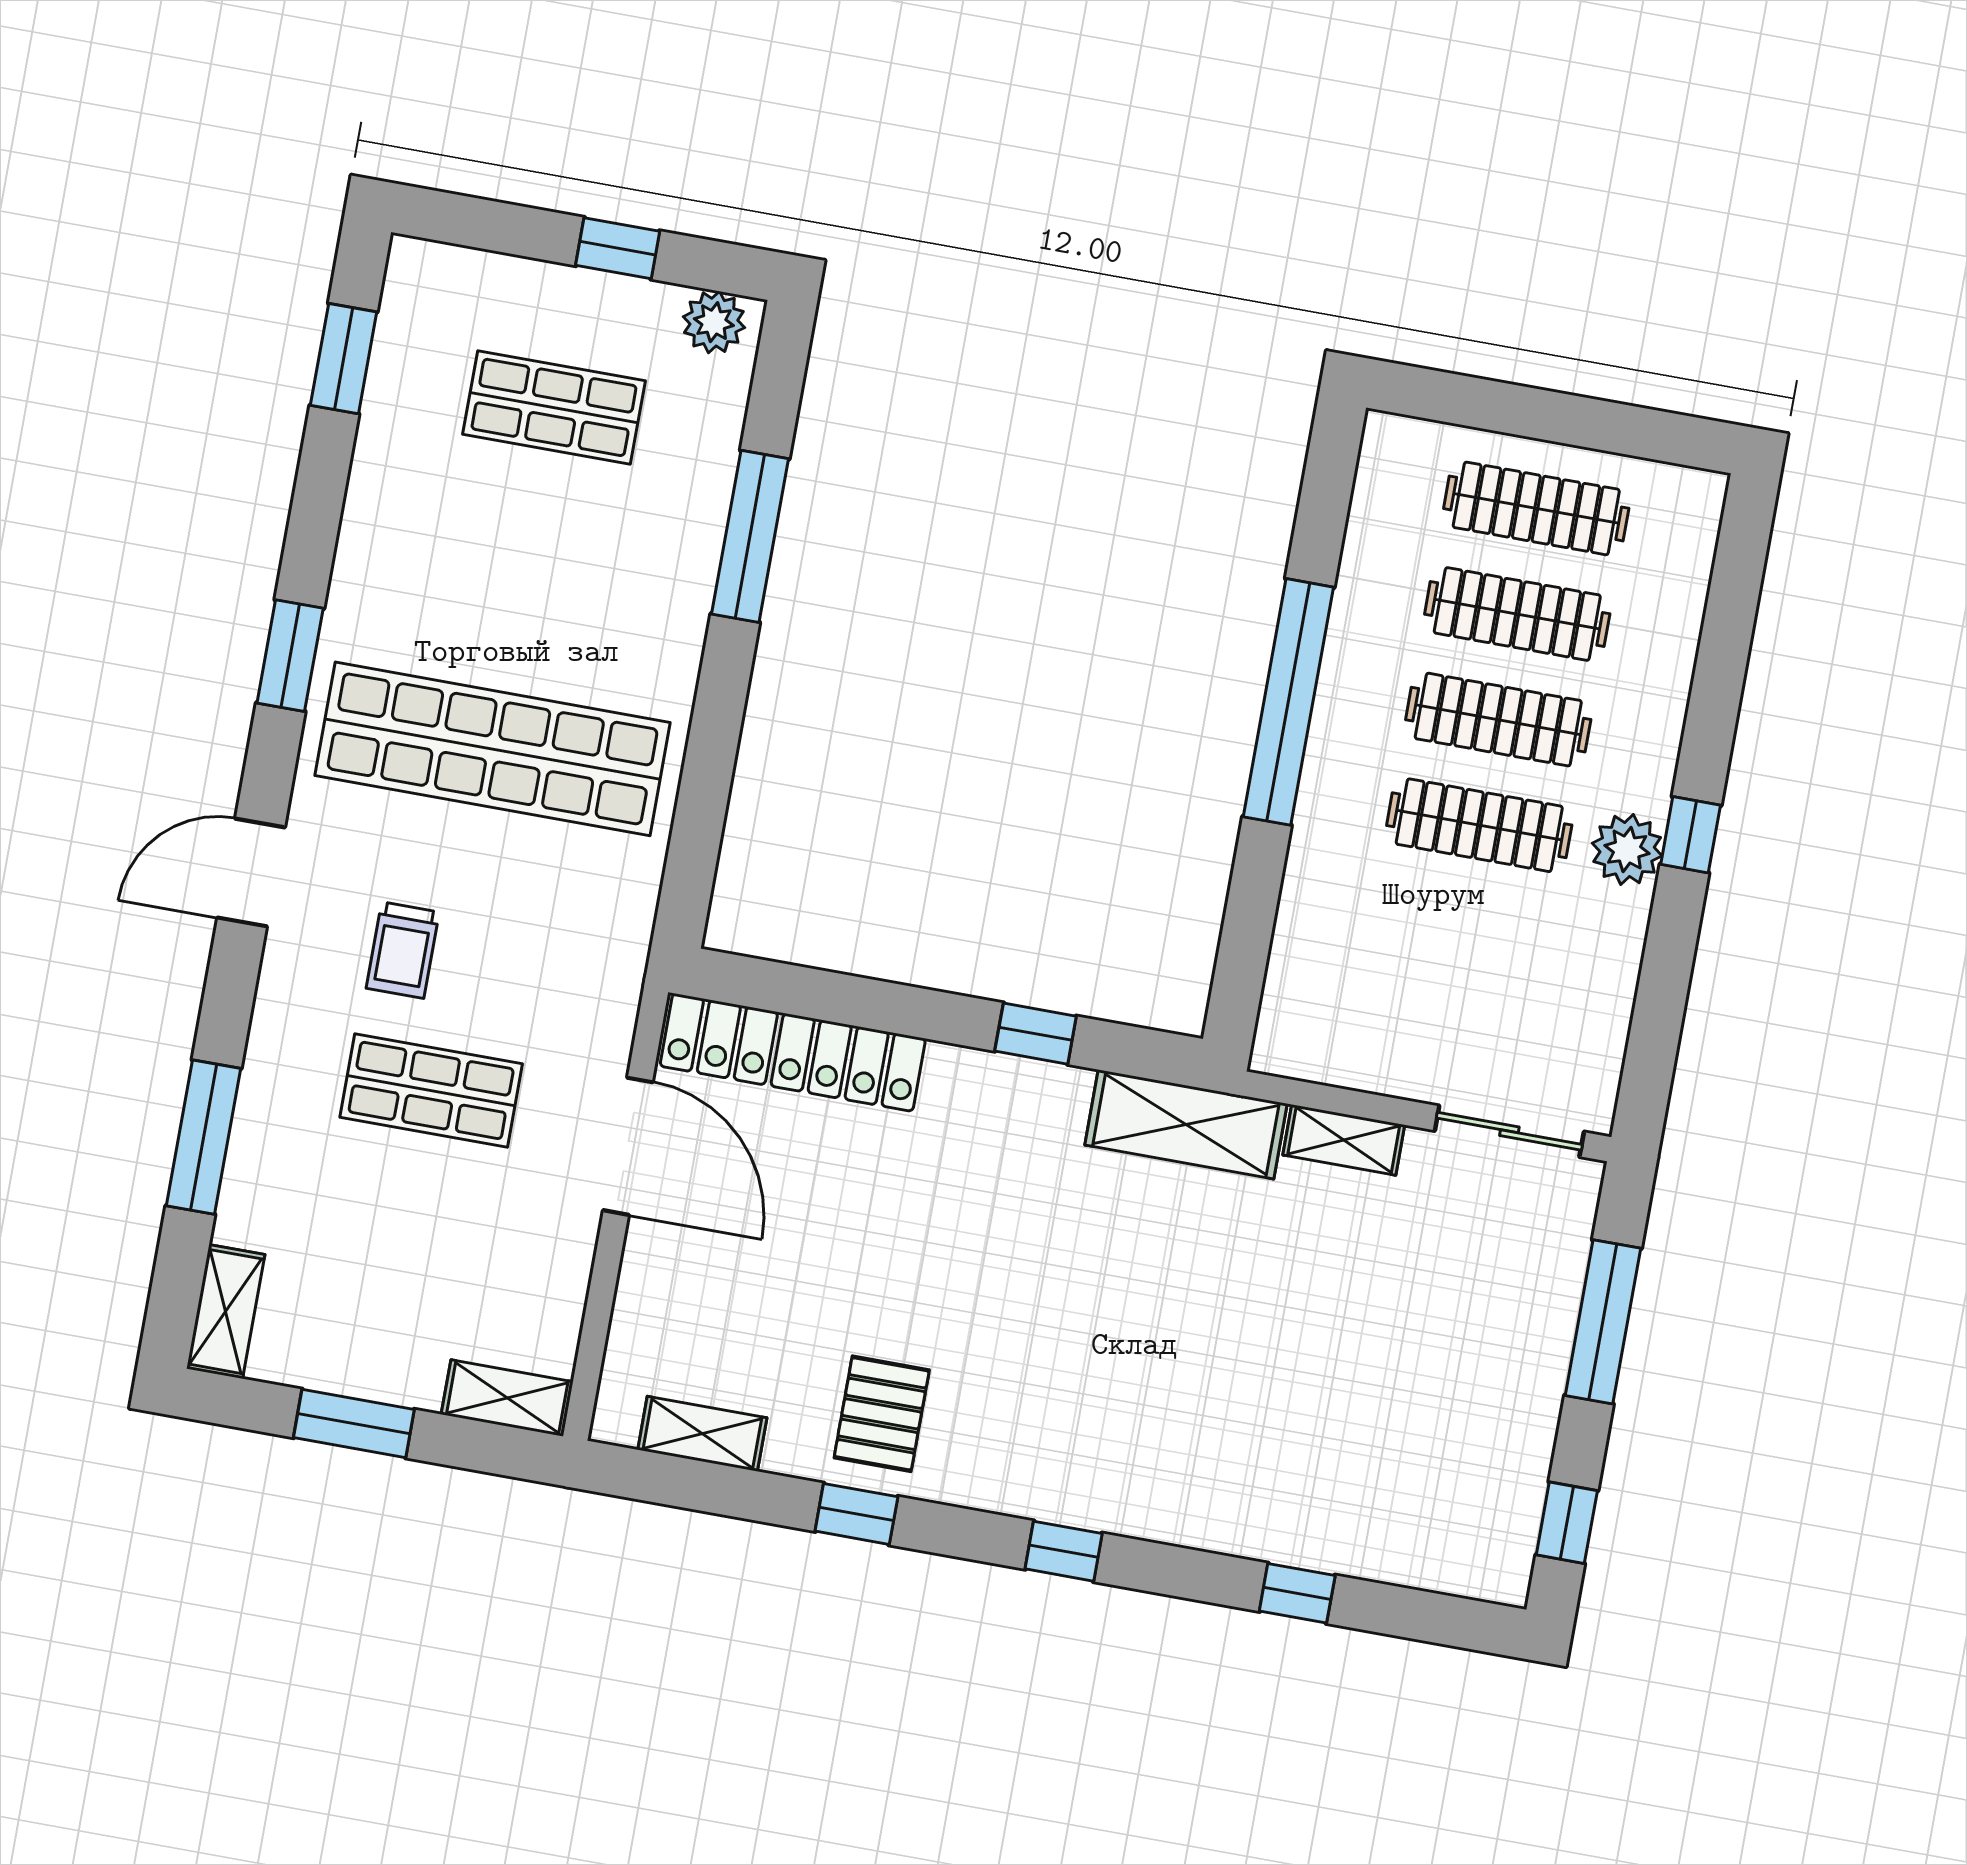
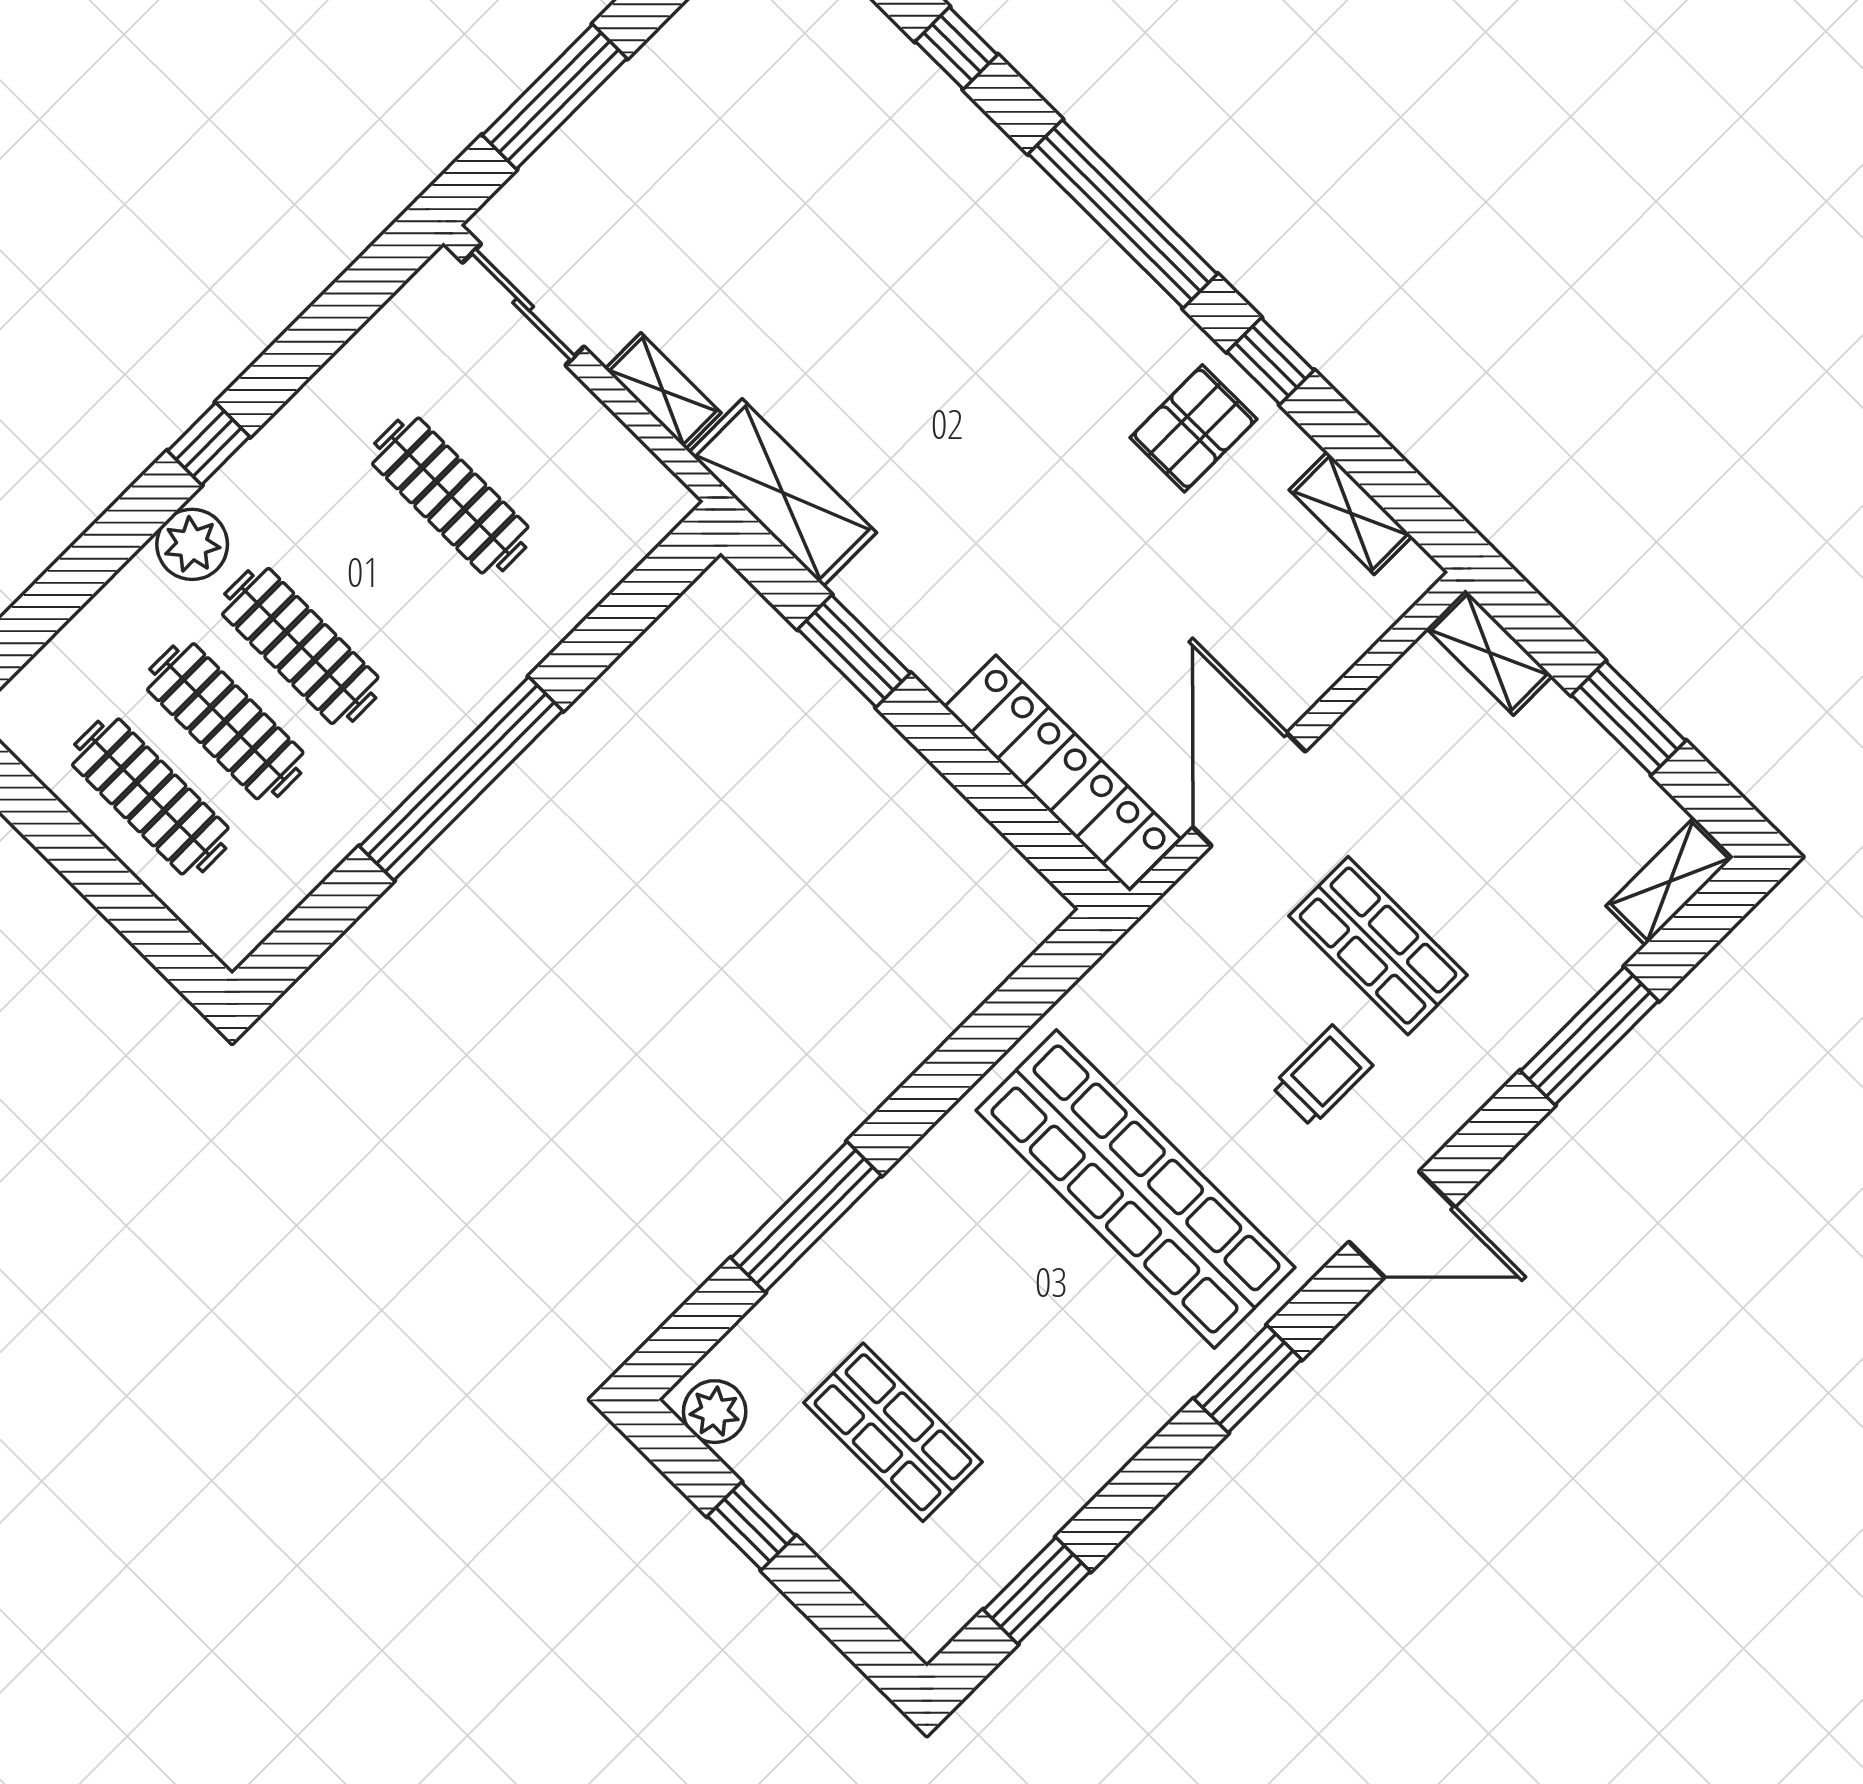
clothes rail: (1479, 825) -> (450, 495), moved
plant: (1627, 849) -> (192, 544), moved
window: (1036, 1034) -> (854, 651), width x1.50
window: (1064, 1551) -> (1123, 214), width x3.17

